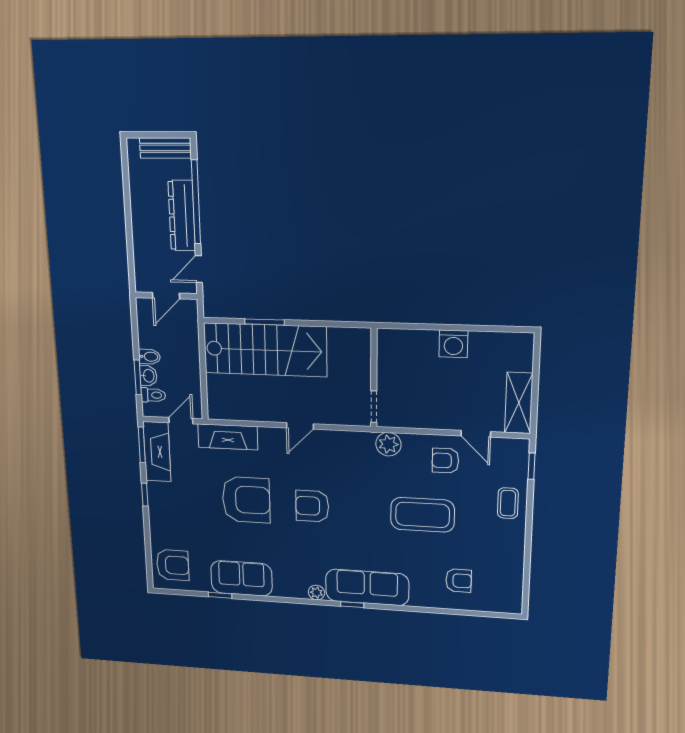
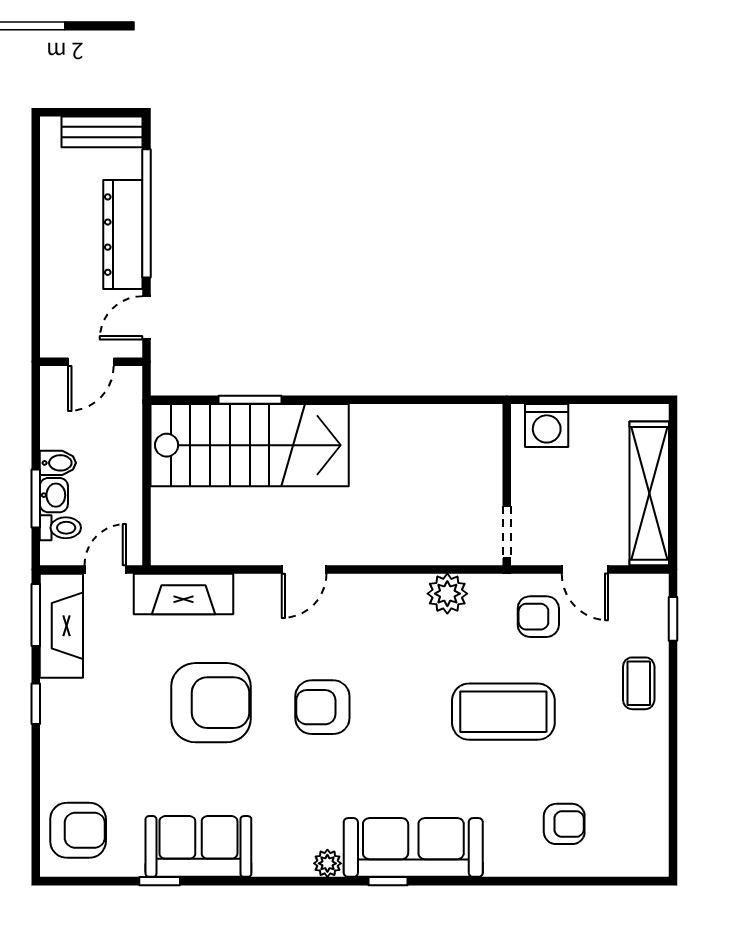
wall: (374, 378) -> (507, 485), moved
shelving: (519, 403) -> (649, 493), width x1.47
doorway: (374, 407) -> (507, 532), moved

